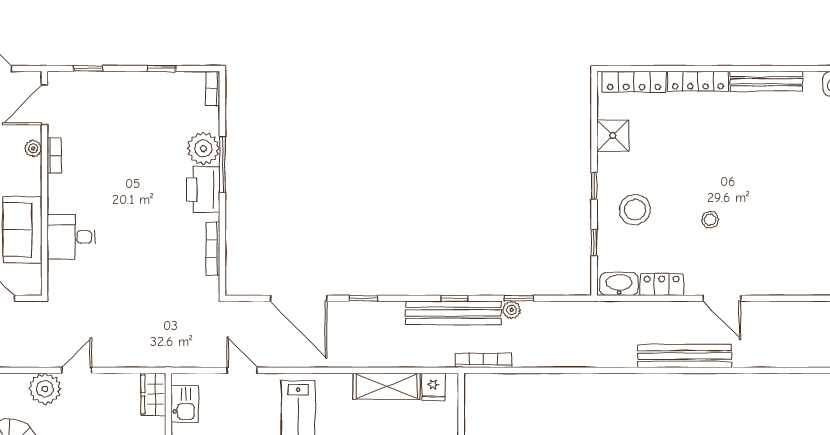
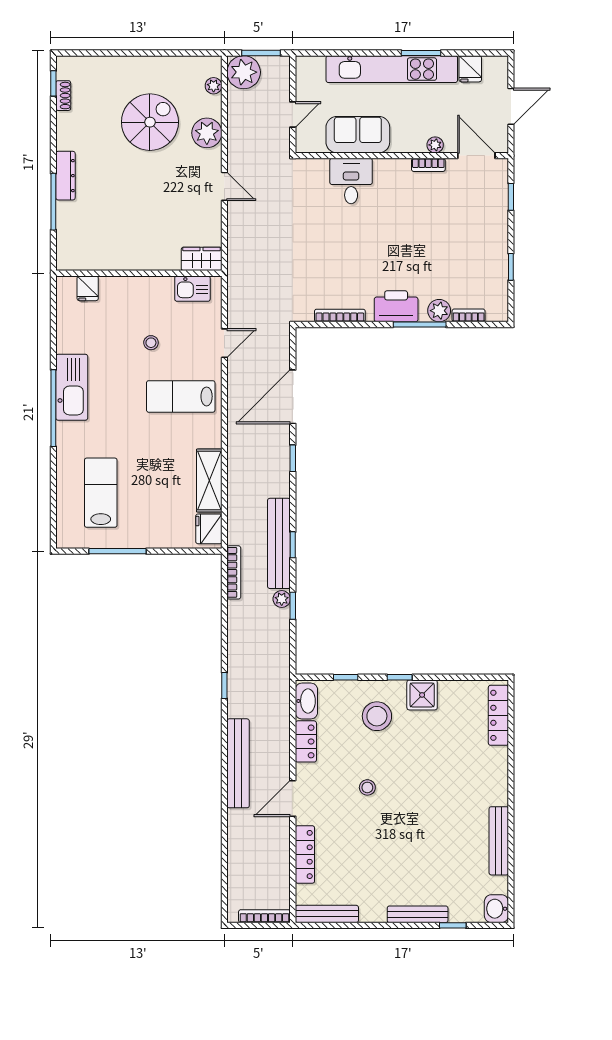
locker: (698, 81) -> (305, 854), moved, turned 180
bookcase: (213, 88) -> (469, 315), moved
shower: (613, 136) -> (422, 695), moved
plant: (203, 148) -> (439, 311), width x0.73, depth x0.73
window: (603, 370) -> (224, 686), added
fridge: (433, 387) -> (209, 529), width x1.38
plant: (45, 389) -> (207, 133), moved

